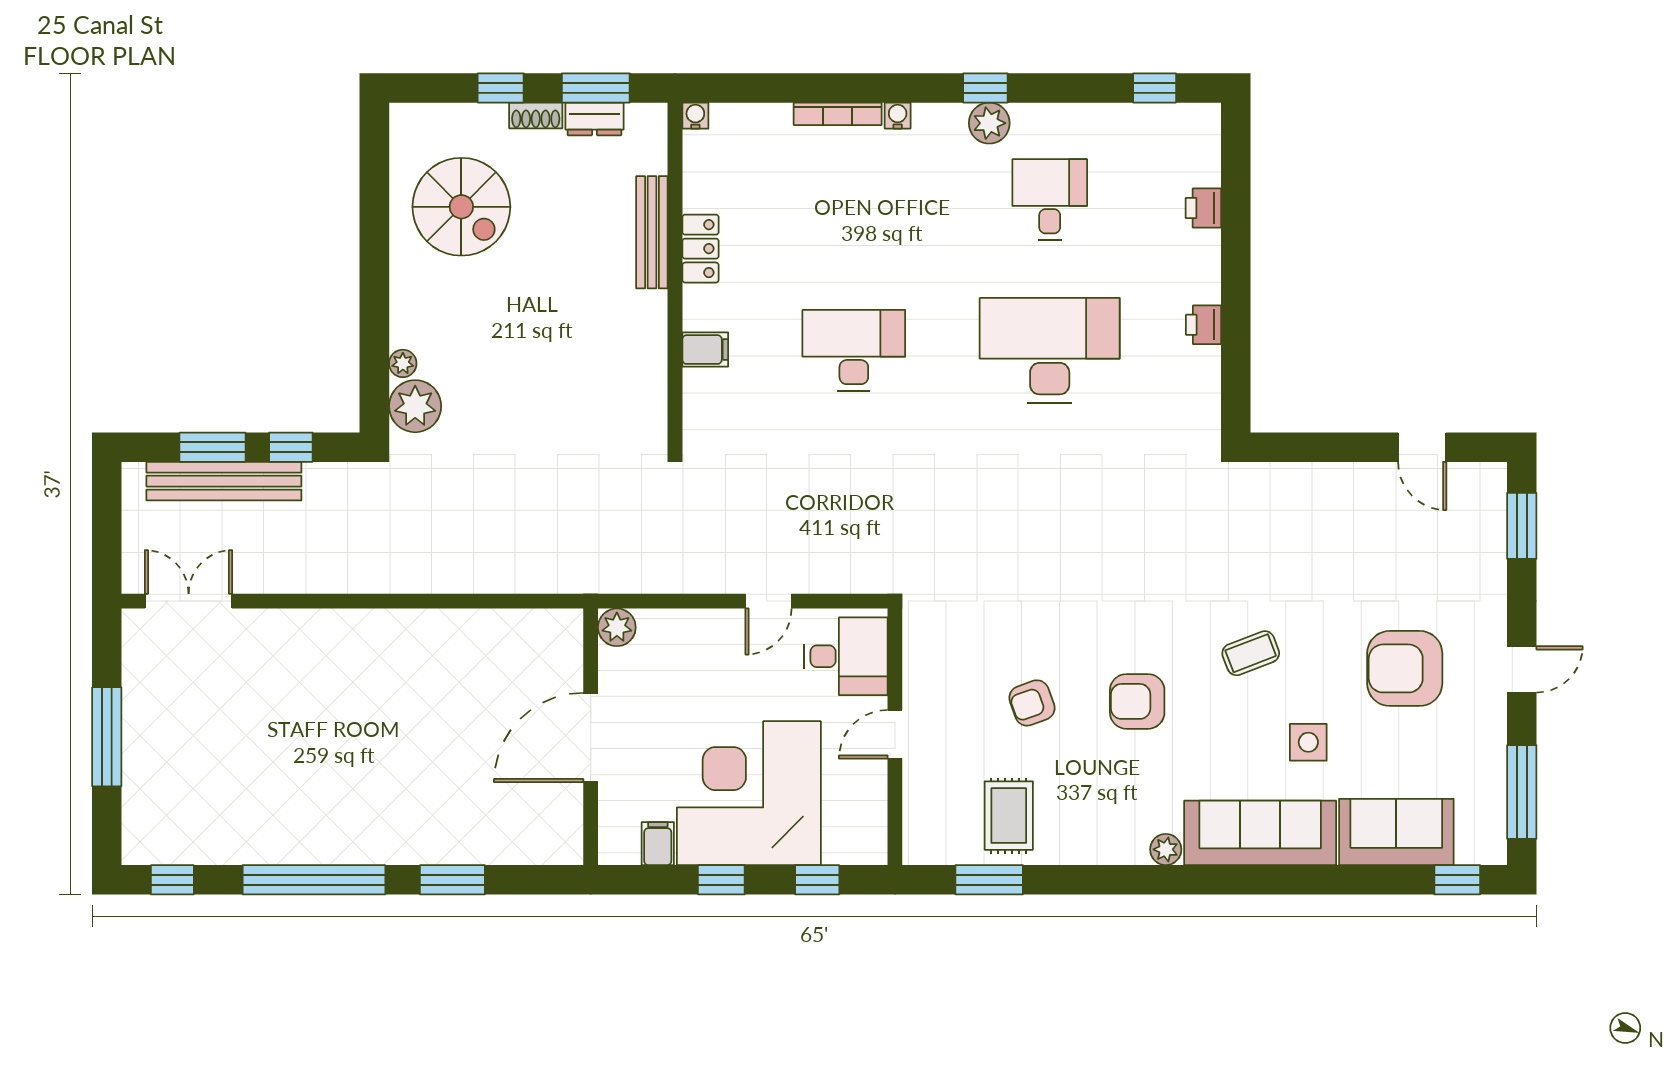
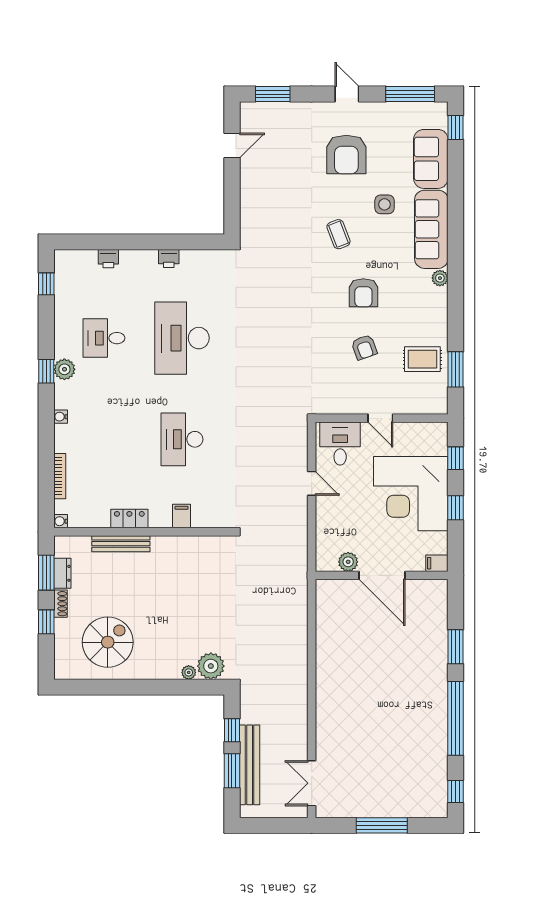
bookcase: (838, 114) -> (60, 476), moved
plant: (617, 627) -> (348, 562), moved
filing cabinet: (658, 844) -> (437, 563), moved

